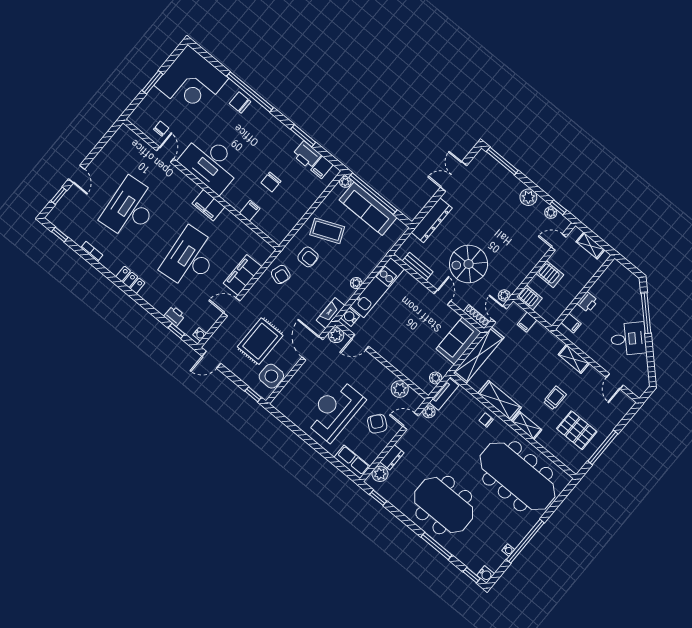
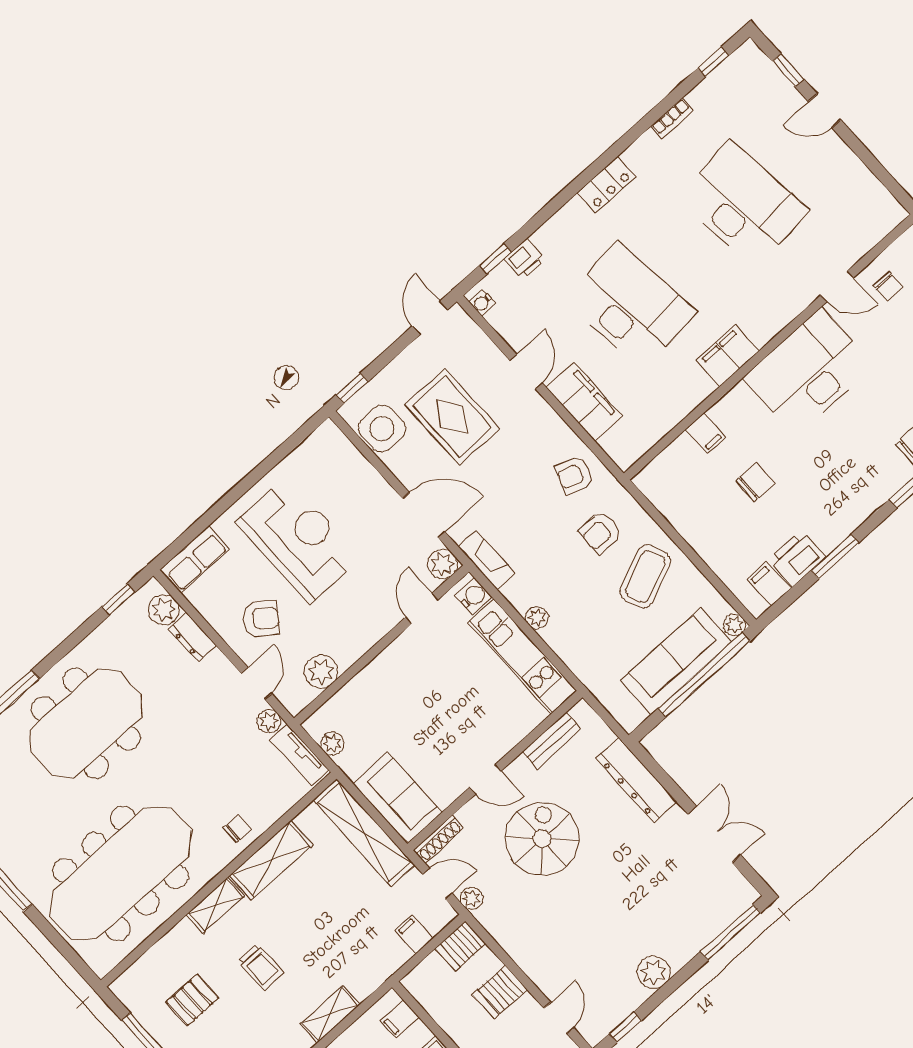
chair: (271, 182) -> (755, 482), turned 90
plant: (551, 213) -> (618, 1011), removed
pallet: (577, 430) -> (192, 1000), width x0.67, depth x0.71

